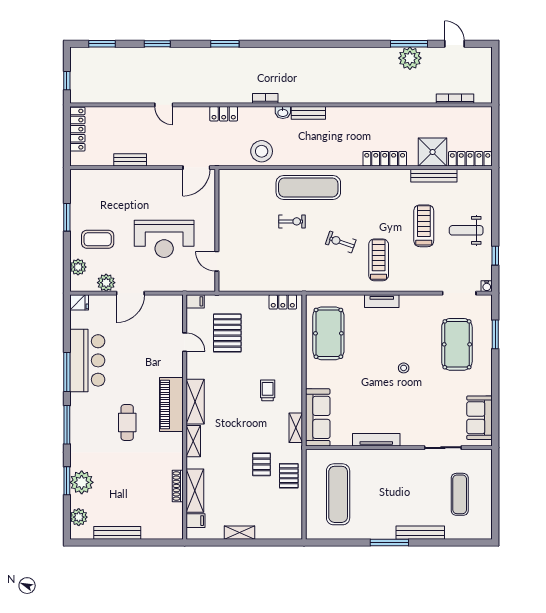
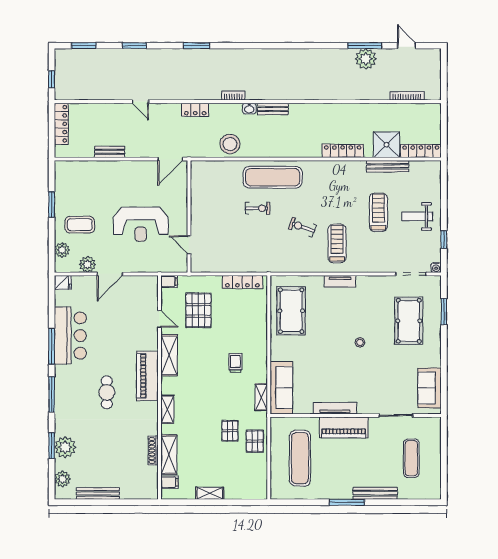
locker: (283, 302) -> (242, 282), width x1.53
shelving: (195, 402) -> (169, 355), moved
piano: (386, 461) -> (344, 427), added

